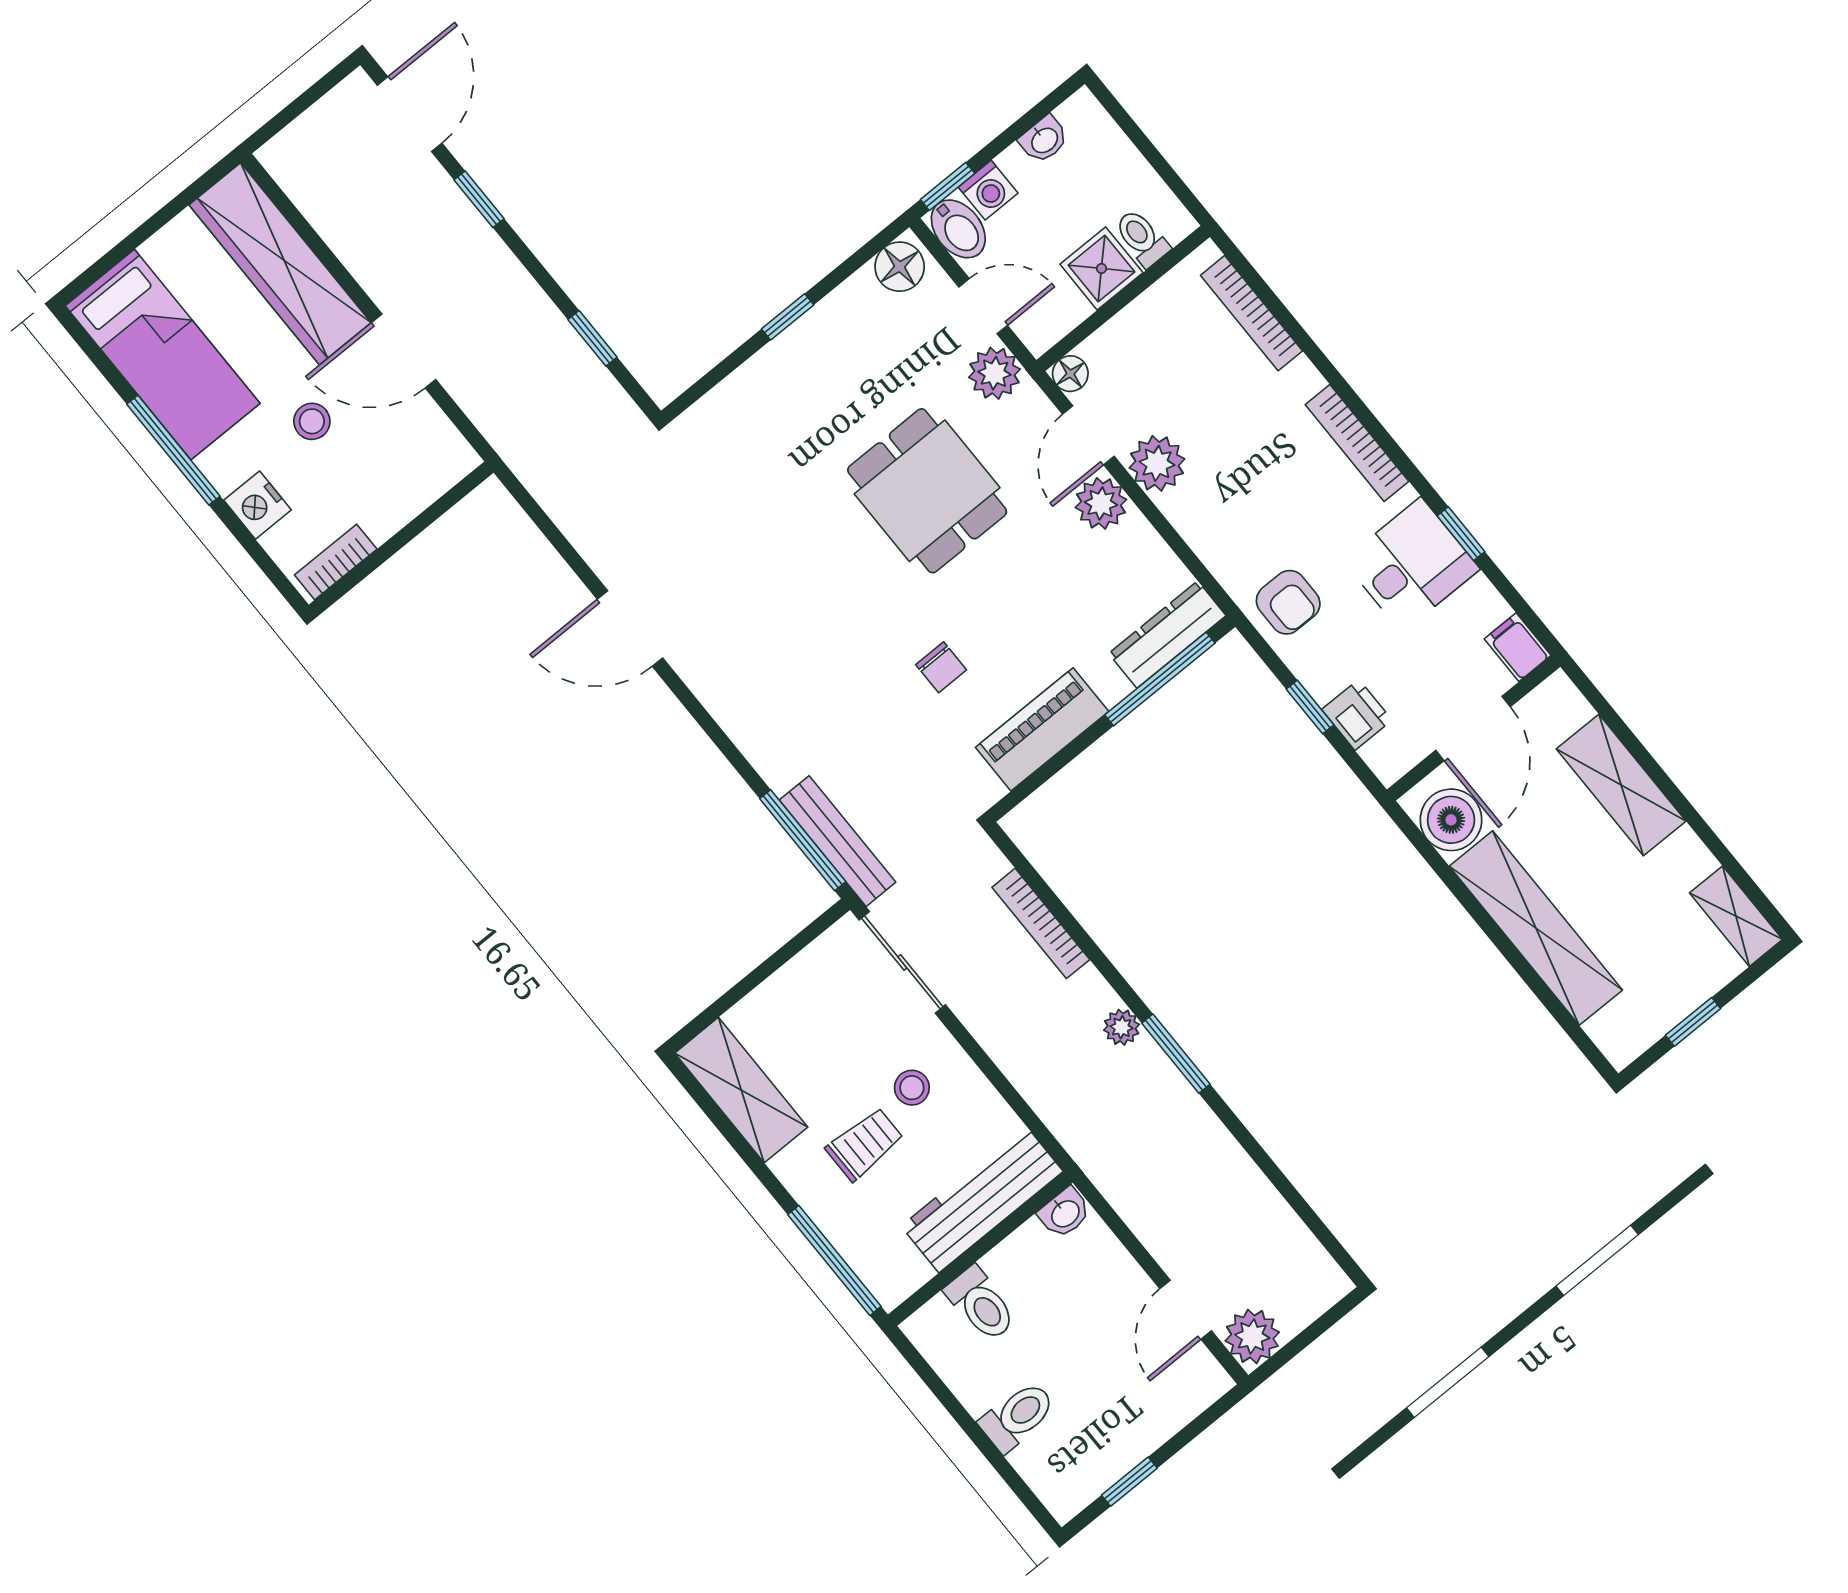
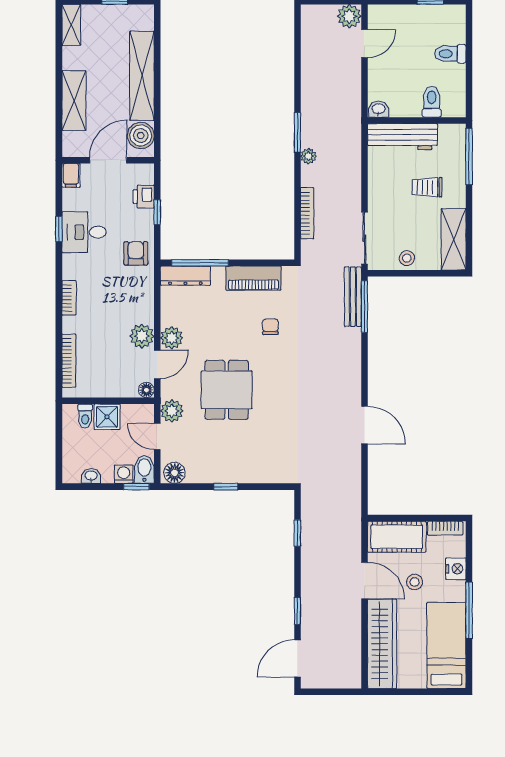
bookcase: (1357, 443) -> (69, 298), width x0.64
cot: (410, 476) -> (397, 537), added
stool: (912, 1088) -> (407, 258), moved

